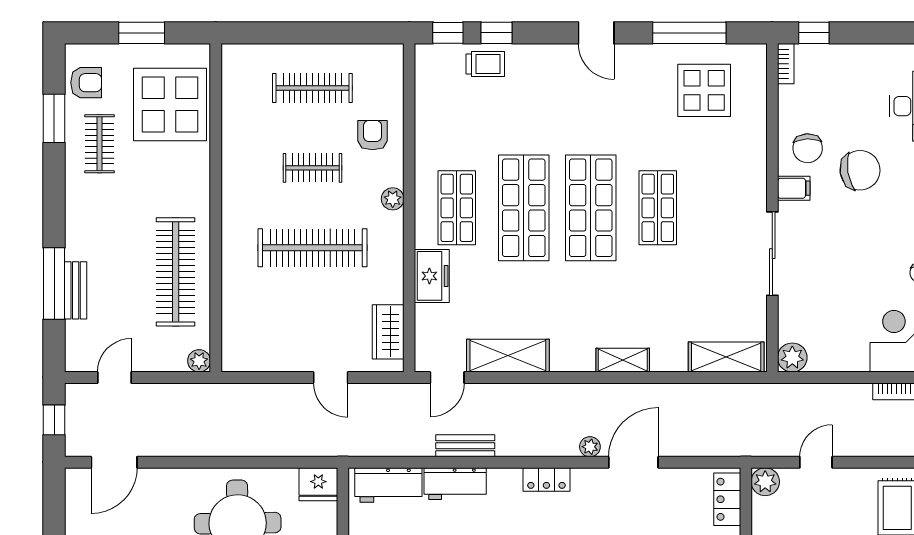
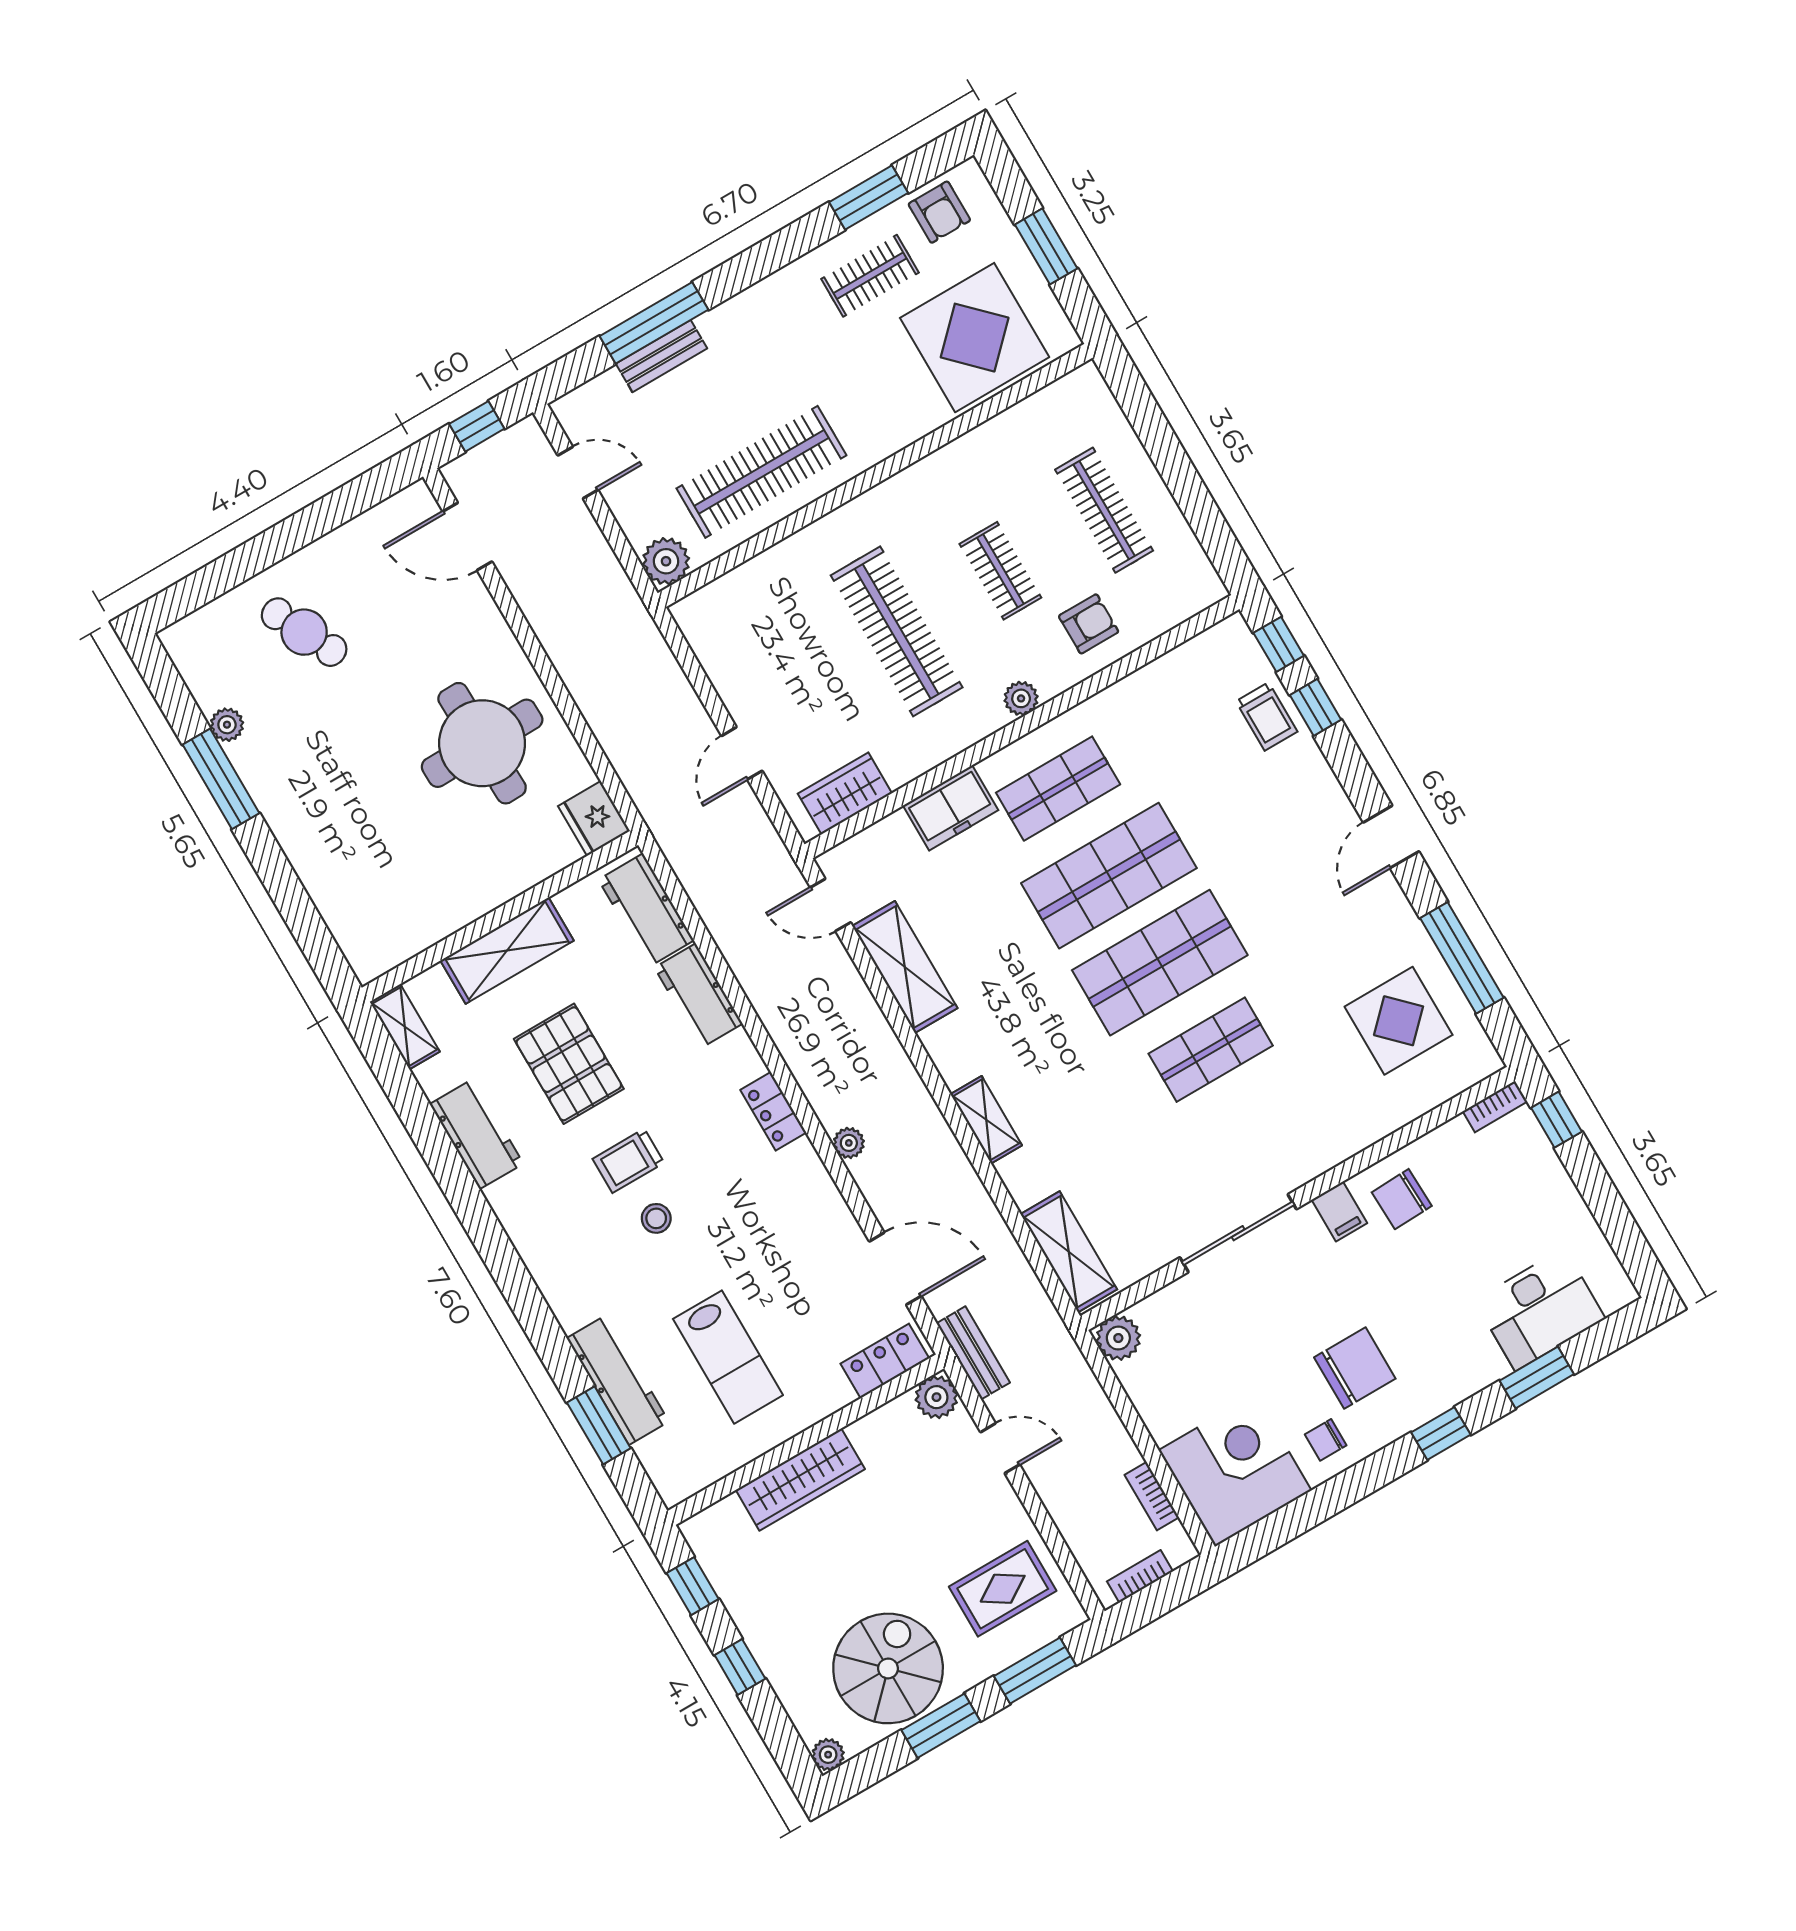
chair: (860, 170) -> (1355, 1368), moved, turned -81
plant: (199, 361) -> (666, 561), width x1.38, depth x1.38
bench: (465, 446) -> (973, 1353), moved
door: (633, 462) -> (895, 1269), moved

